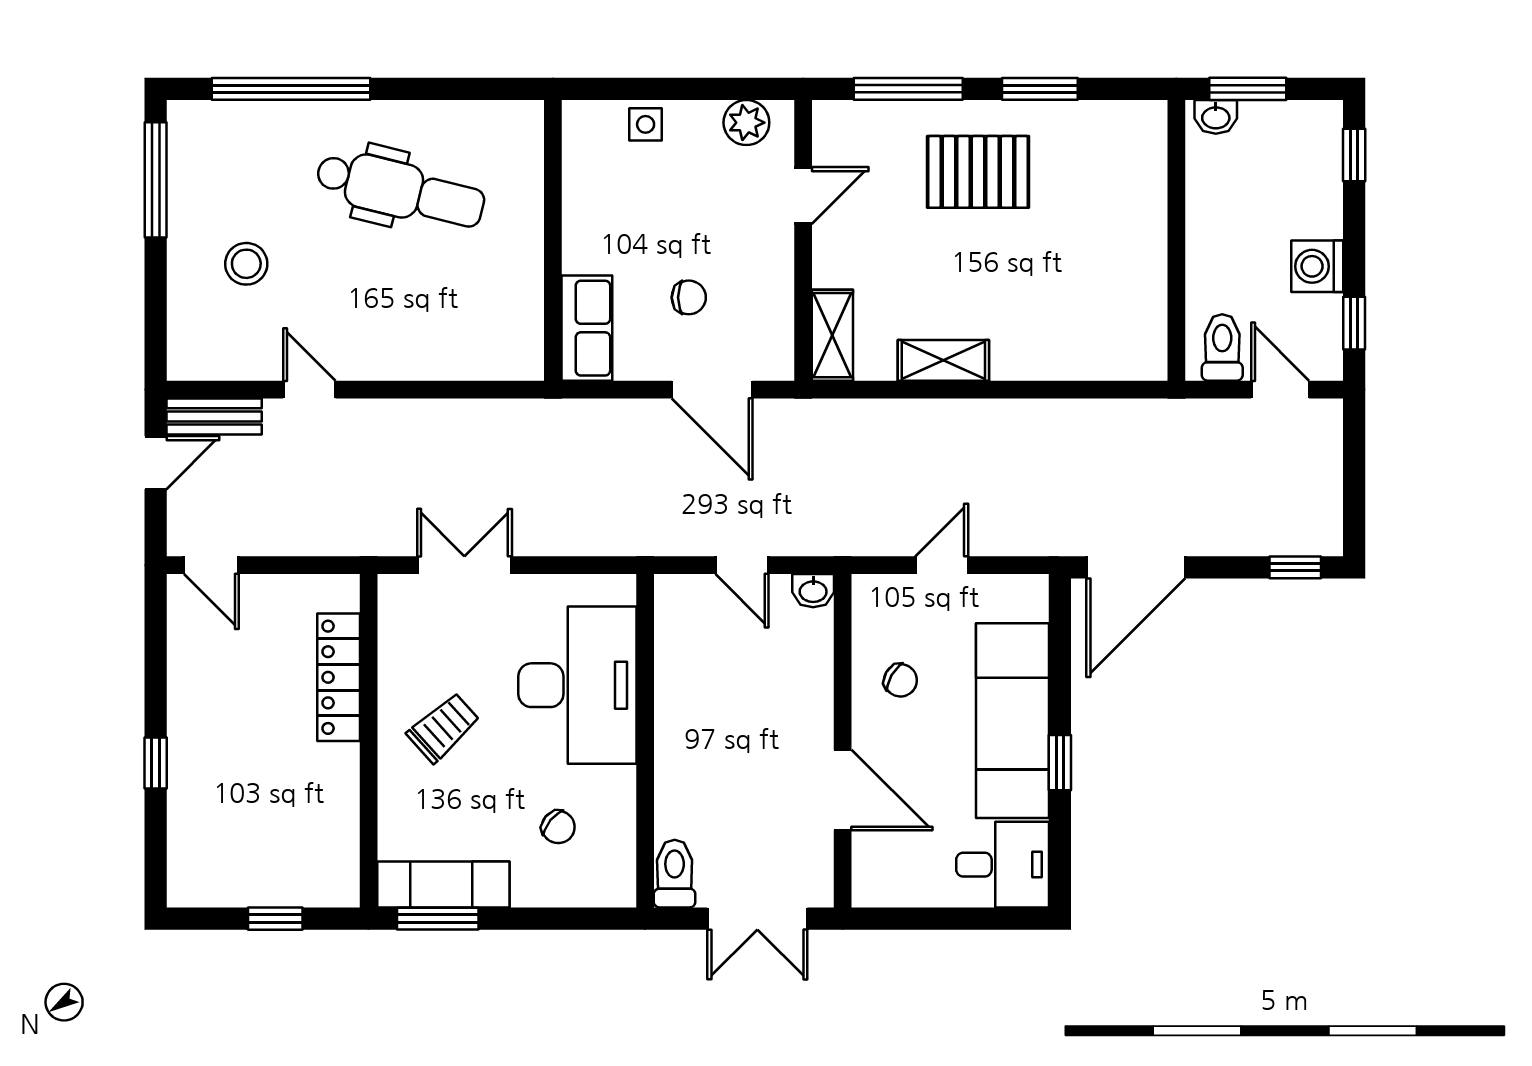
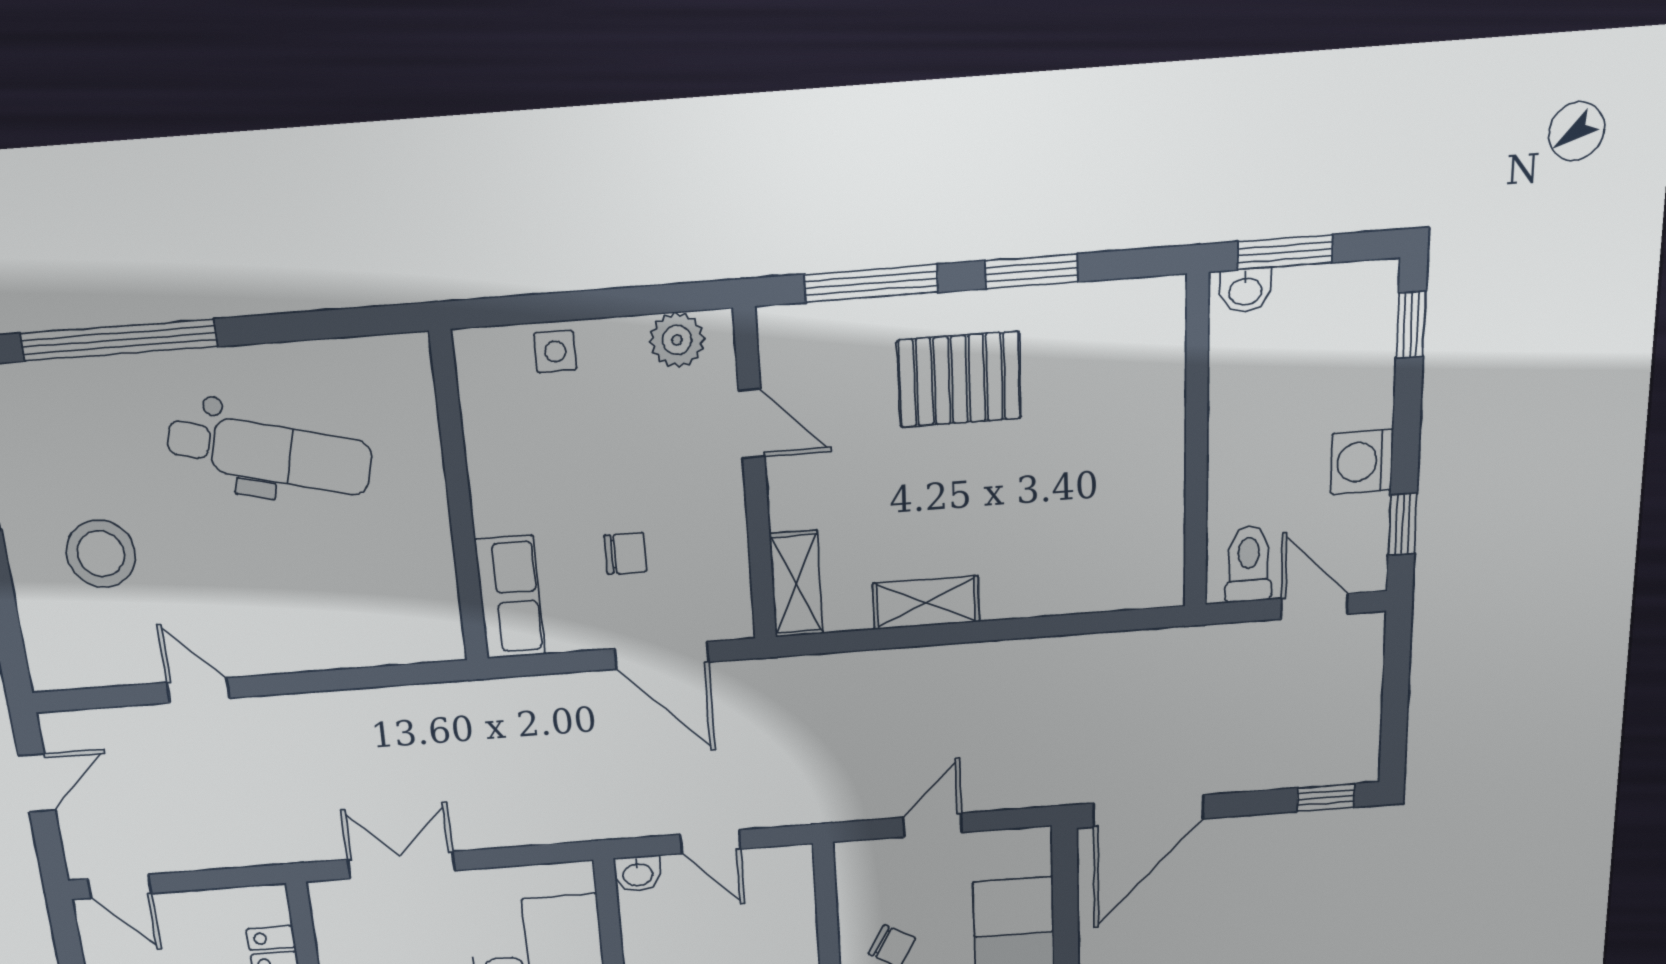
door: (803, 196) -> (752, 424), hinge flipped
stool: (246, 264) -> (101, 554), width x1.38, depth x1.38
bench: (214, 416) -> (94, 728), removed
washbasin: (813, 591) -> (638, 874), moved

